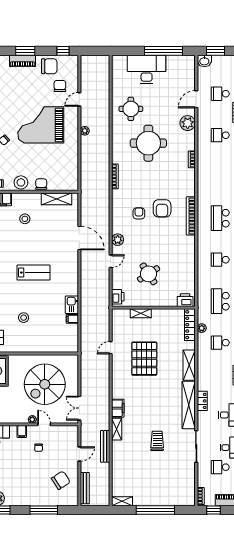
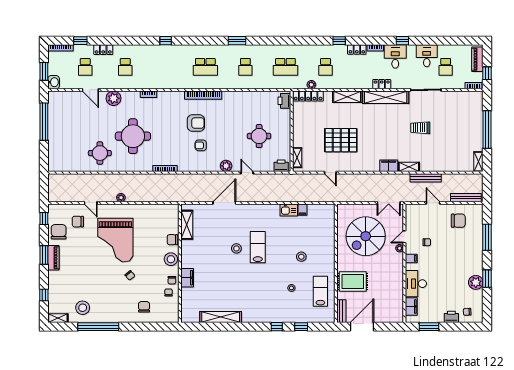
desk: (147, 69) -> (62, 138), removed
stool: (25, 219) -> (236, 248), moved
round table: (149, 274) -> (259, 136), turned 33
shelving: (141, 313) -> (297, 158), moved
spiral stairs: (45, 384) -> (366, 236), turned 90
chair: (61, 480) -> (458, 221), turned 123

